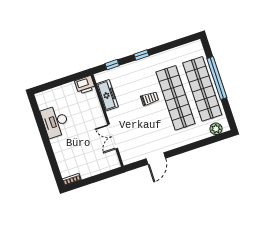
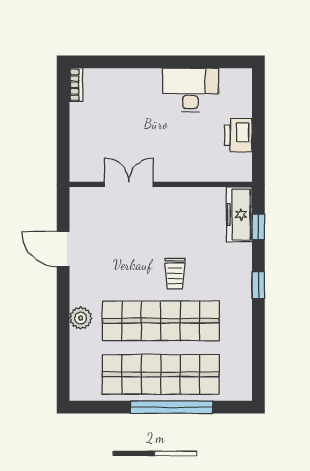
printer: (85, 85) -> (238, 135), moved
freezer: (107, 95) -> (239, 215), moved, turned 90
plant: (216, 129) -> (81, 318), moved

